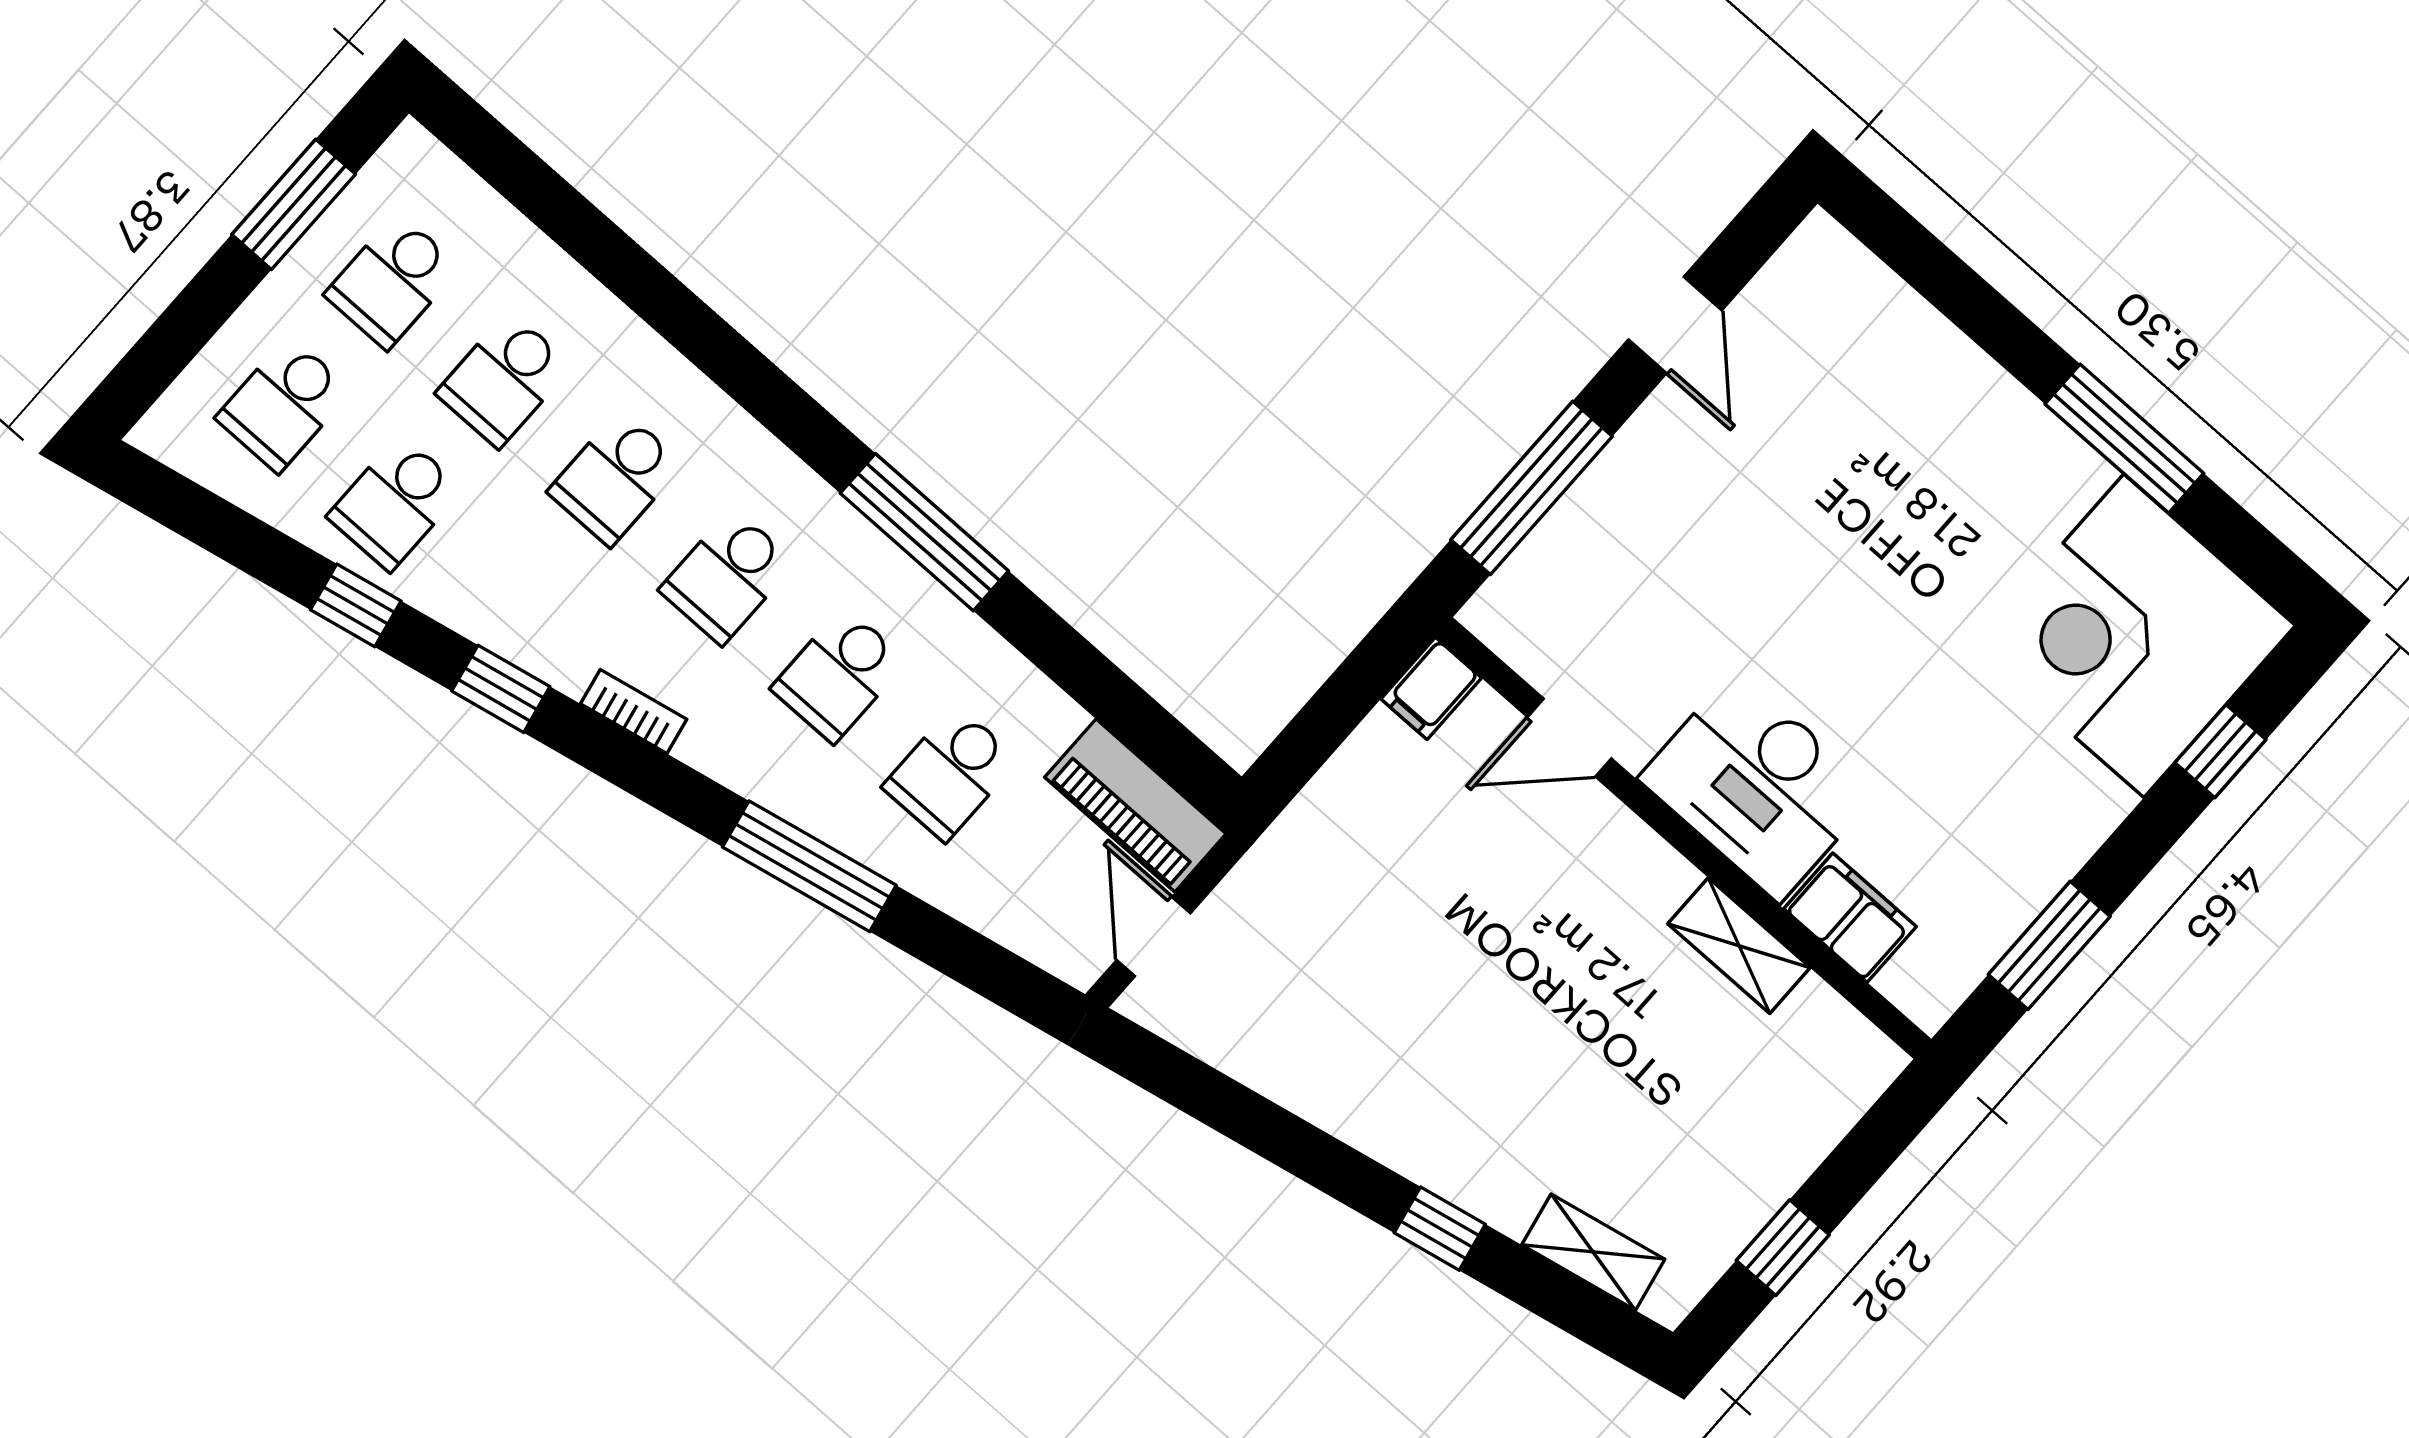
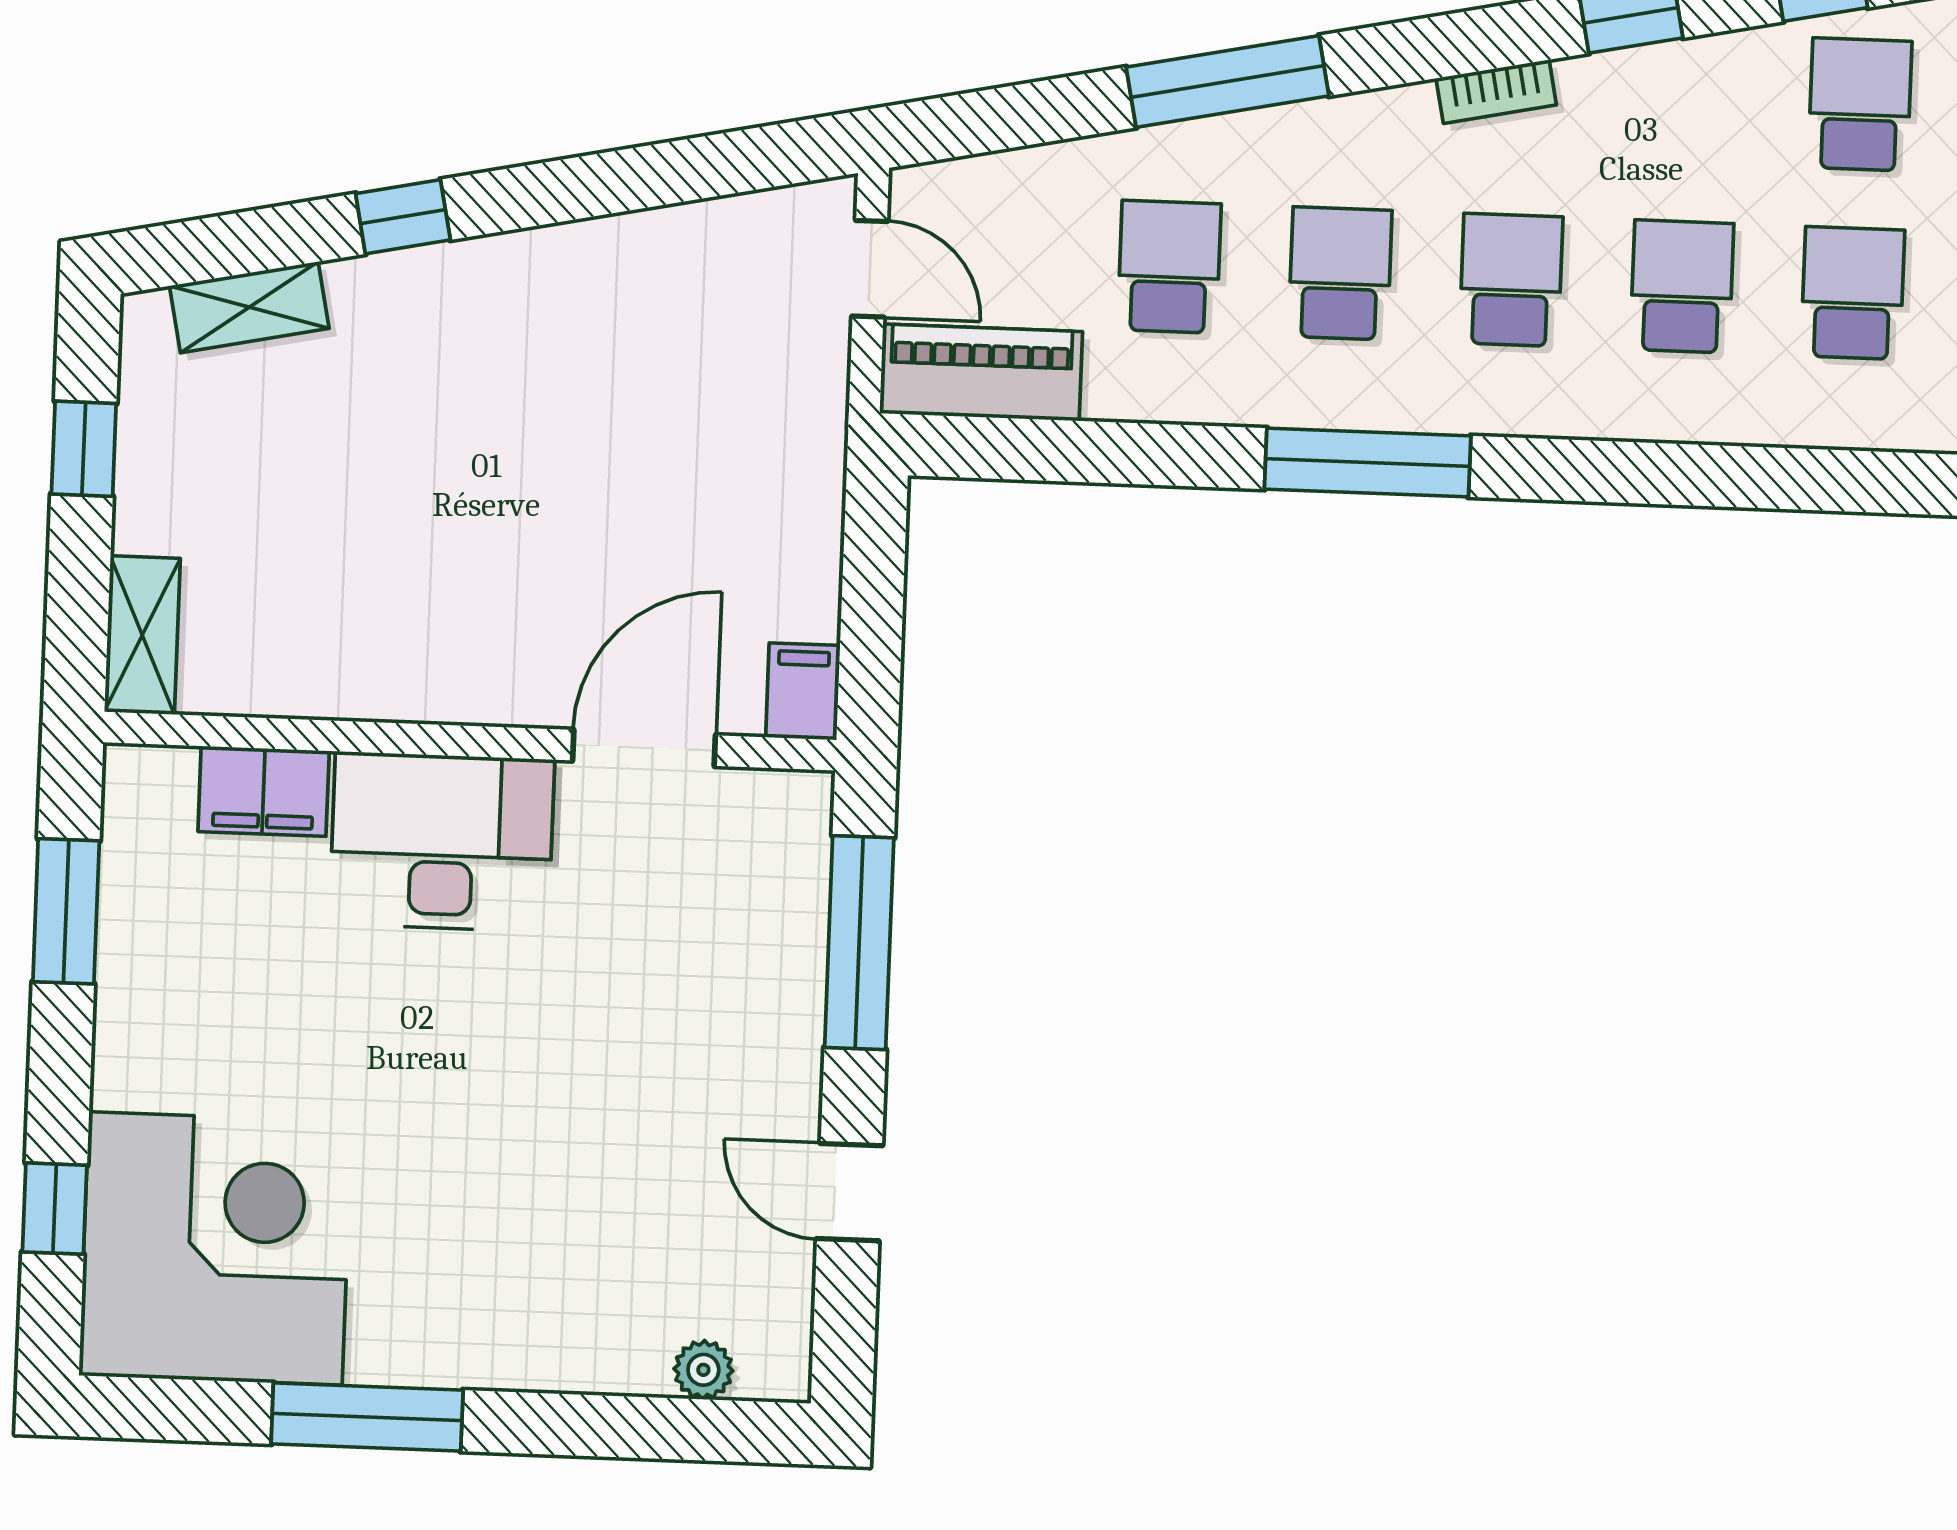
plant: (1872, 285) -> (703, 1370), added
door: (1569, 738) -> (644, 748), width x1.38
shelving: (1739, 946) -> (142, 635), moved, turned 90

